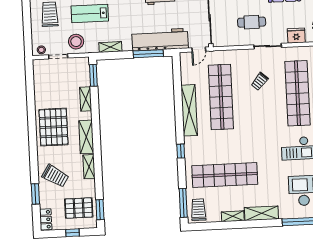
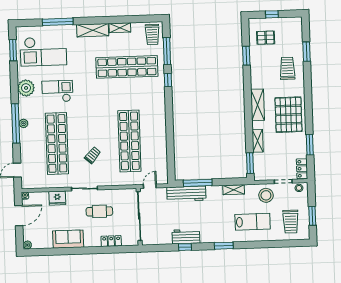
window: (27, 21) -> (312, 216), added
workbench: (160, 40) -> (186, 194), width x0.73, depth x0.76
window: (31, 96) -> (310, 145), added
shelving: (189, 110) -> (160, 129), removed
window: (181, 151) -> (168, 80), moved
shelving: (89, 167) -> (255, 77), removed
trolley: (55, 176) -> (287, 68), turned 58
window: (183, 203) -> (167, 51), moved
pallet: (79, 208) -> (266, 38), width x0.67, depth x0.71
window: (100, 210) -> (246, 56), moved
locker: (46, 219) -> (302, 169), moved

